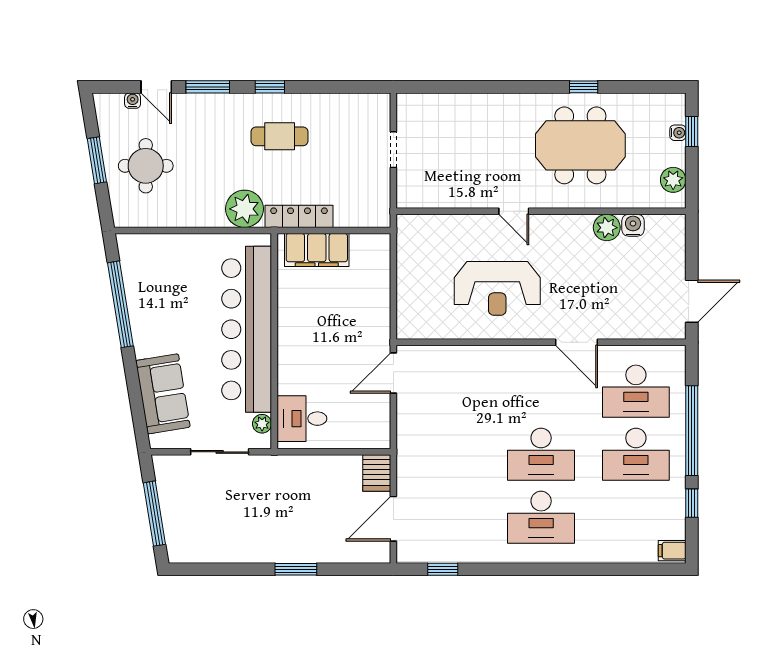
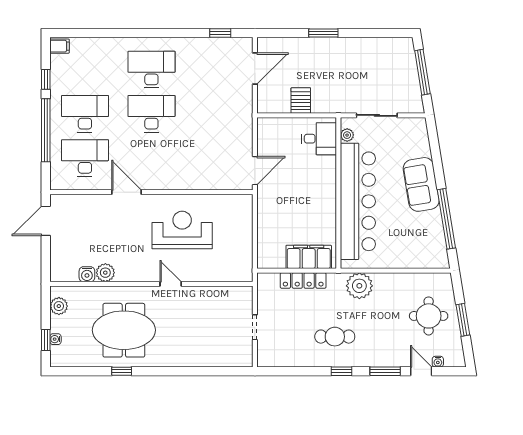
locker: (299, 216) -> (303, 280), moved
sofa: (163, 394) -> (421, 184), moved
server rack: (377, 473) -> (301, 101), moved

